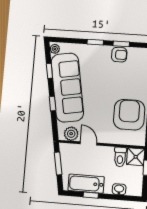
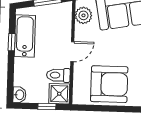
door: (89, 143) -> (72, 52), moved
washbasin: (119, 189) -> (19, 95), moved

